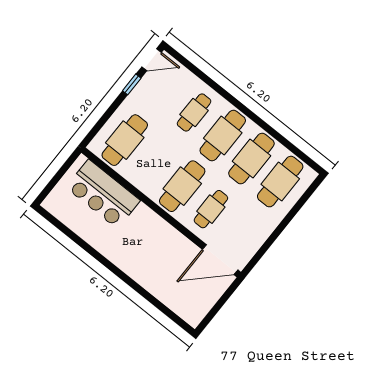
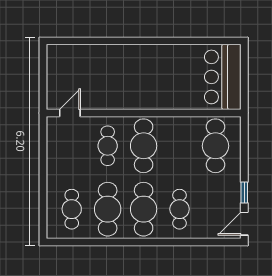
cafe table: (280, 182) -> (72, 209), width x0.73, depth x0.74
bar counter: (103, 194) -> (223, 77), moved, turned -90
door: (220, 260) -> (70, 113), width x0.53

